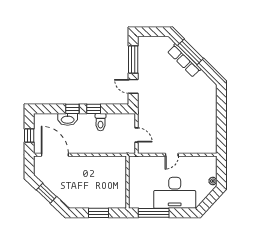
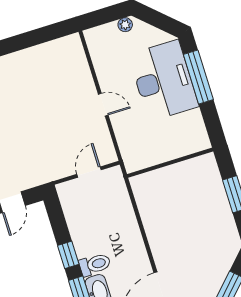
toilet: (101, 122) -> (95, 264), moved
window: (154, 213) -> (198, 77), moved

